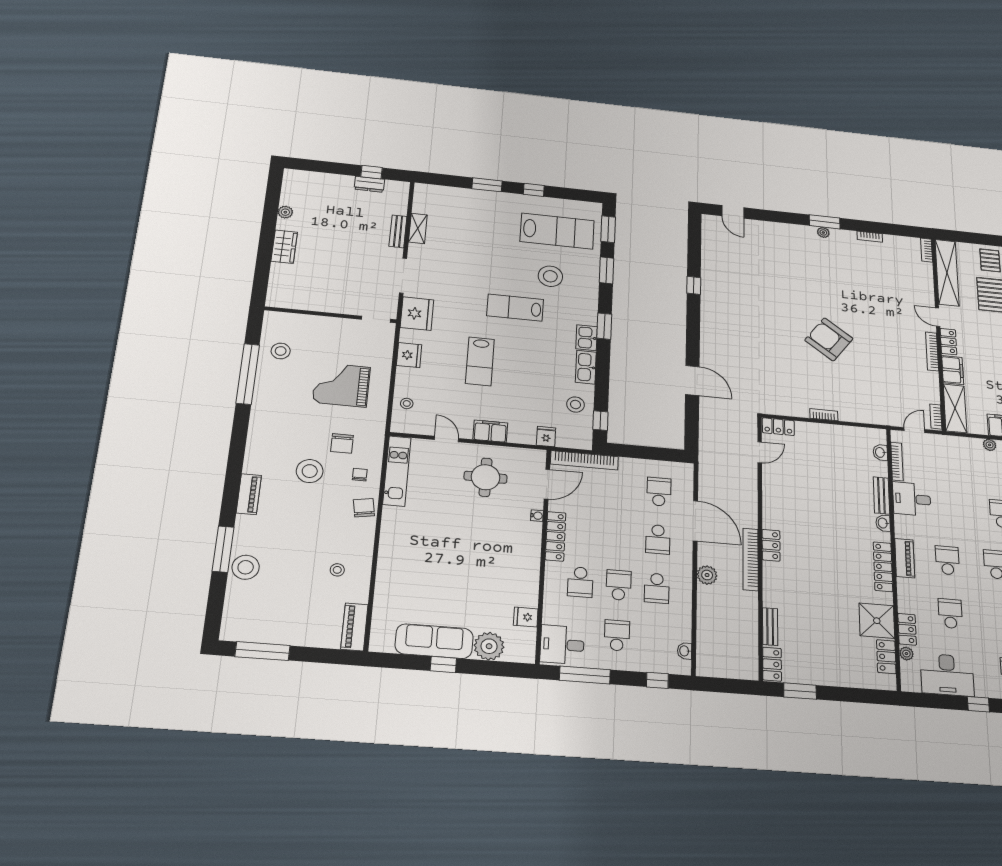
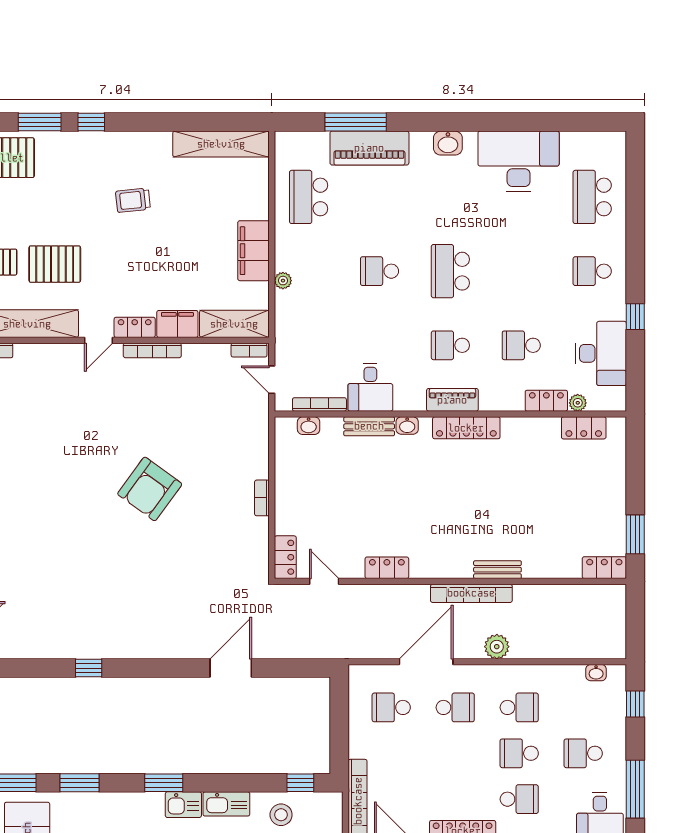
locker: (771, 545) -> (387, 568), moved
shower: (877, 621) -> (538, 438), removed
bench: (770, 627) -> (497, 570), moved

